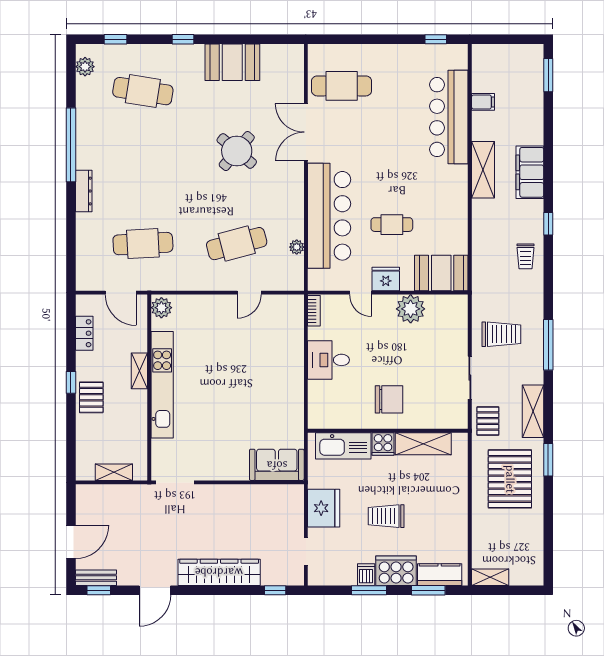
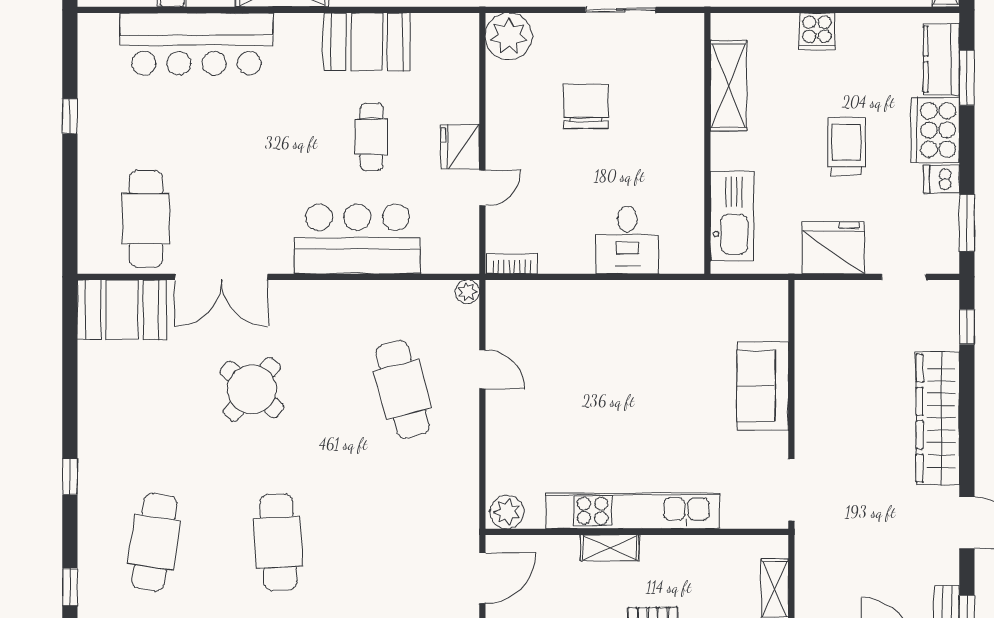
window: (436, 39) -> (70, 116), moved
booth: (232, 62) -> (122, 310), moved, turned 90
bar counter: (329, 216) -> (357, 239), width x0.73
cafe table: (143, 244) -> (278, 542), moved
plant: (297, 247) -> (467, 292), moved
booth: (441, 273) -> (367, 42), moved, turned 90
plant: (411, 309) -> (509, 36), moved
desk: (329, 360) -> (627, 240), moved
chair: (389, 399) -> (586, 106), moved
cooker: (383, 444) -> (817, 31), moved, turned 90
sofa: (277, 465) -> (763, 386), moved
trolley: (386, 516) -> (846, 146), turned 180
window: (369, 590) -> (967, 223), moved

